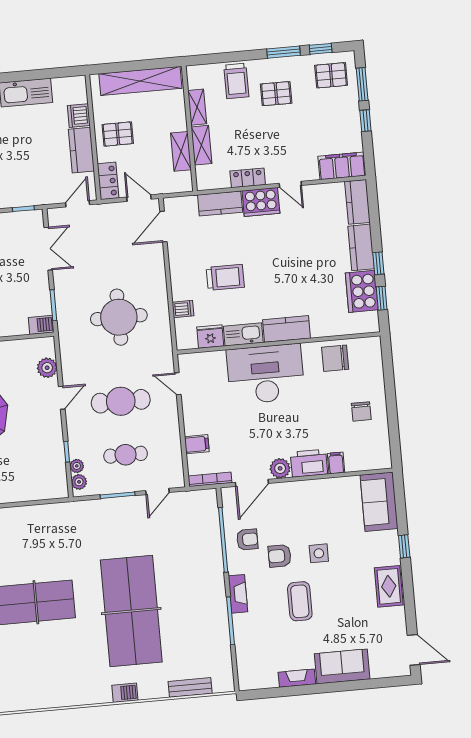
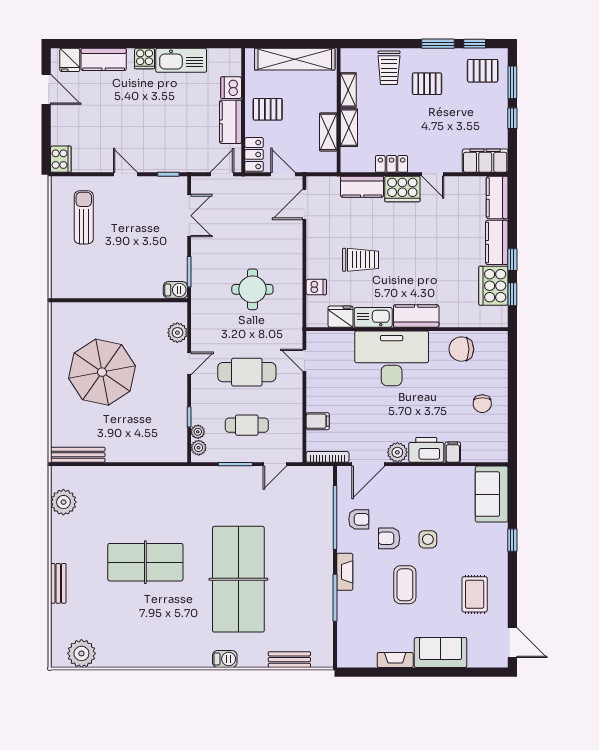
round table: (119, 317) -> (252, 289), width x0.73, depth x0.73
rug: (389, 586) -> (475, 594), moved

